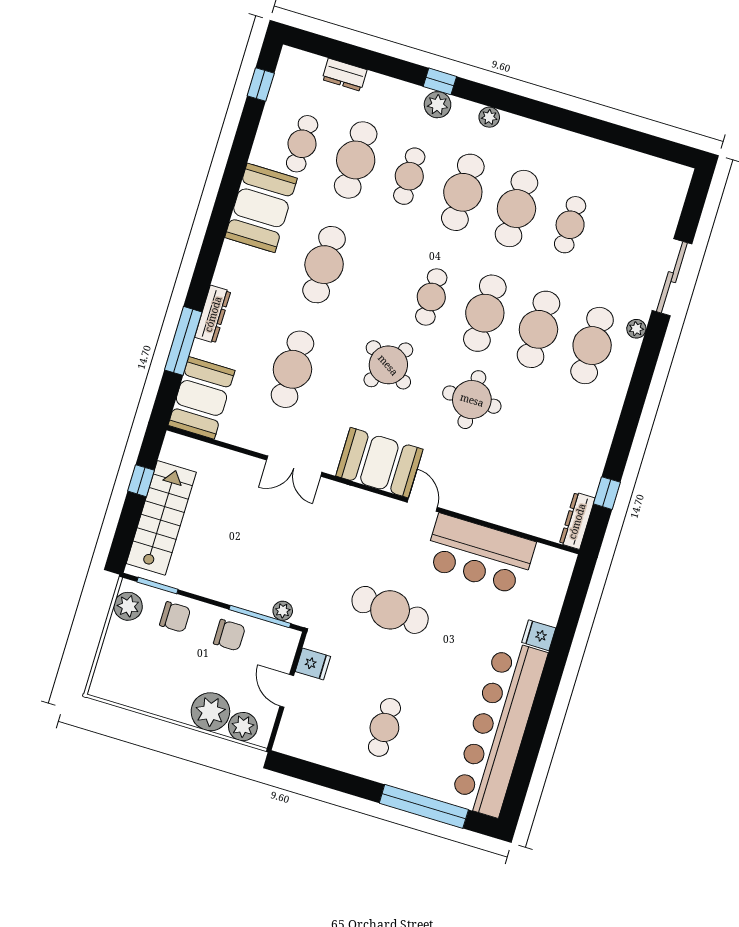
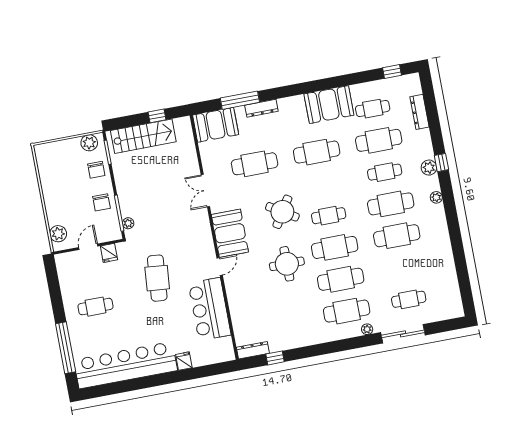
dresser: (345, 75) -> (419, 112), width x1.44
cafe table: (570, 225) -> (409, 299), moved
plant: (210, 712) -> (57, 213), removed

